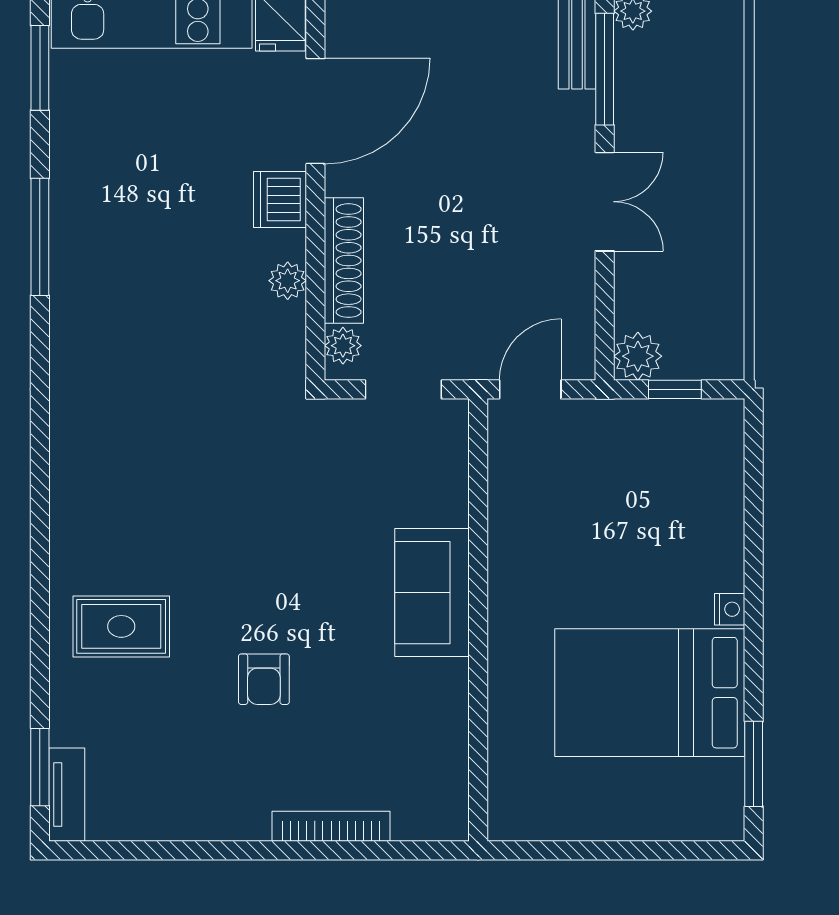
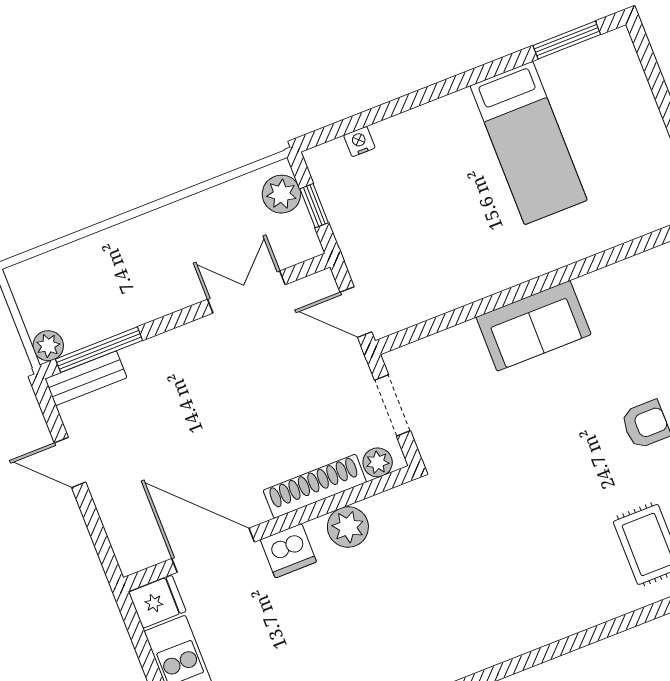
double door: (605, 202) -> (246, 292), moved
plant: (288, 281) -> (348, 527), width x1.38, depth x1.38
plant: (638, 356) -> (281, 194), moved
nightstand: (730, 609) -> (359, 142), moved
bed: (650, 693) -> (529, 143), width x0.67

